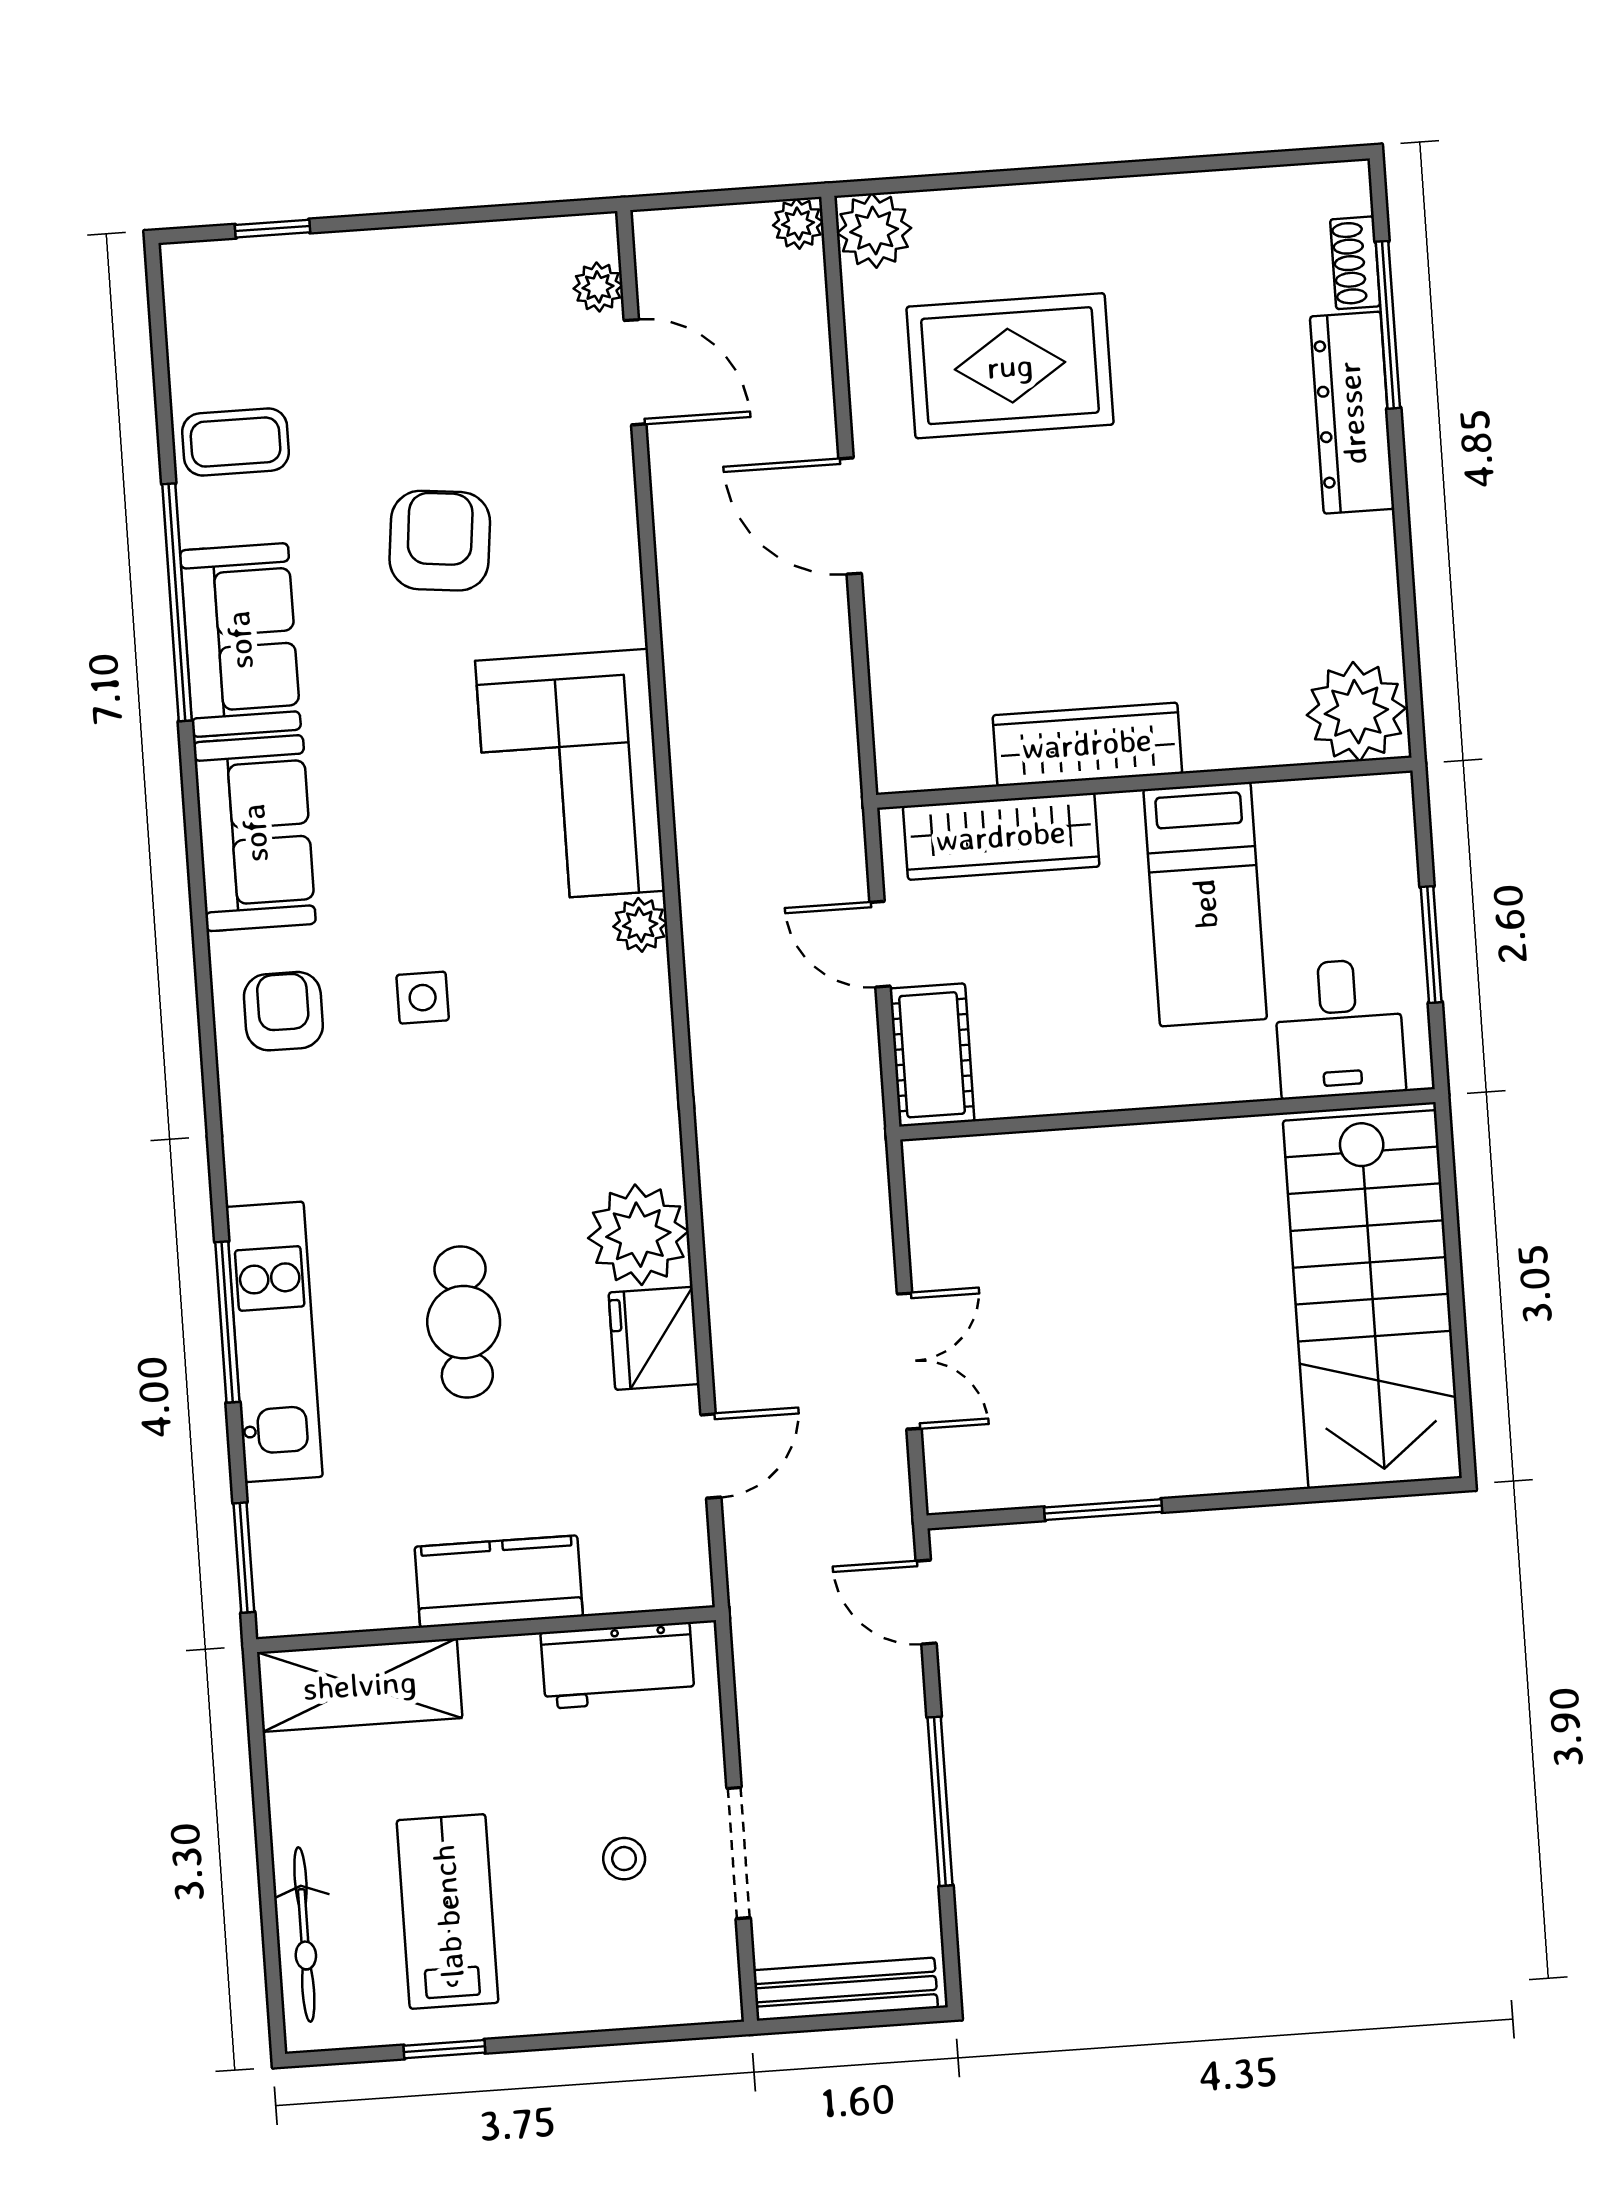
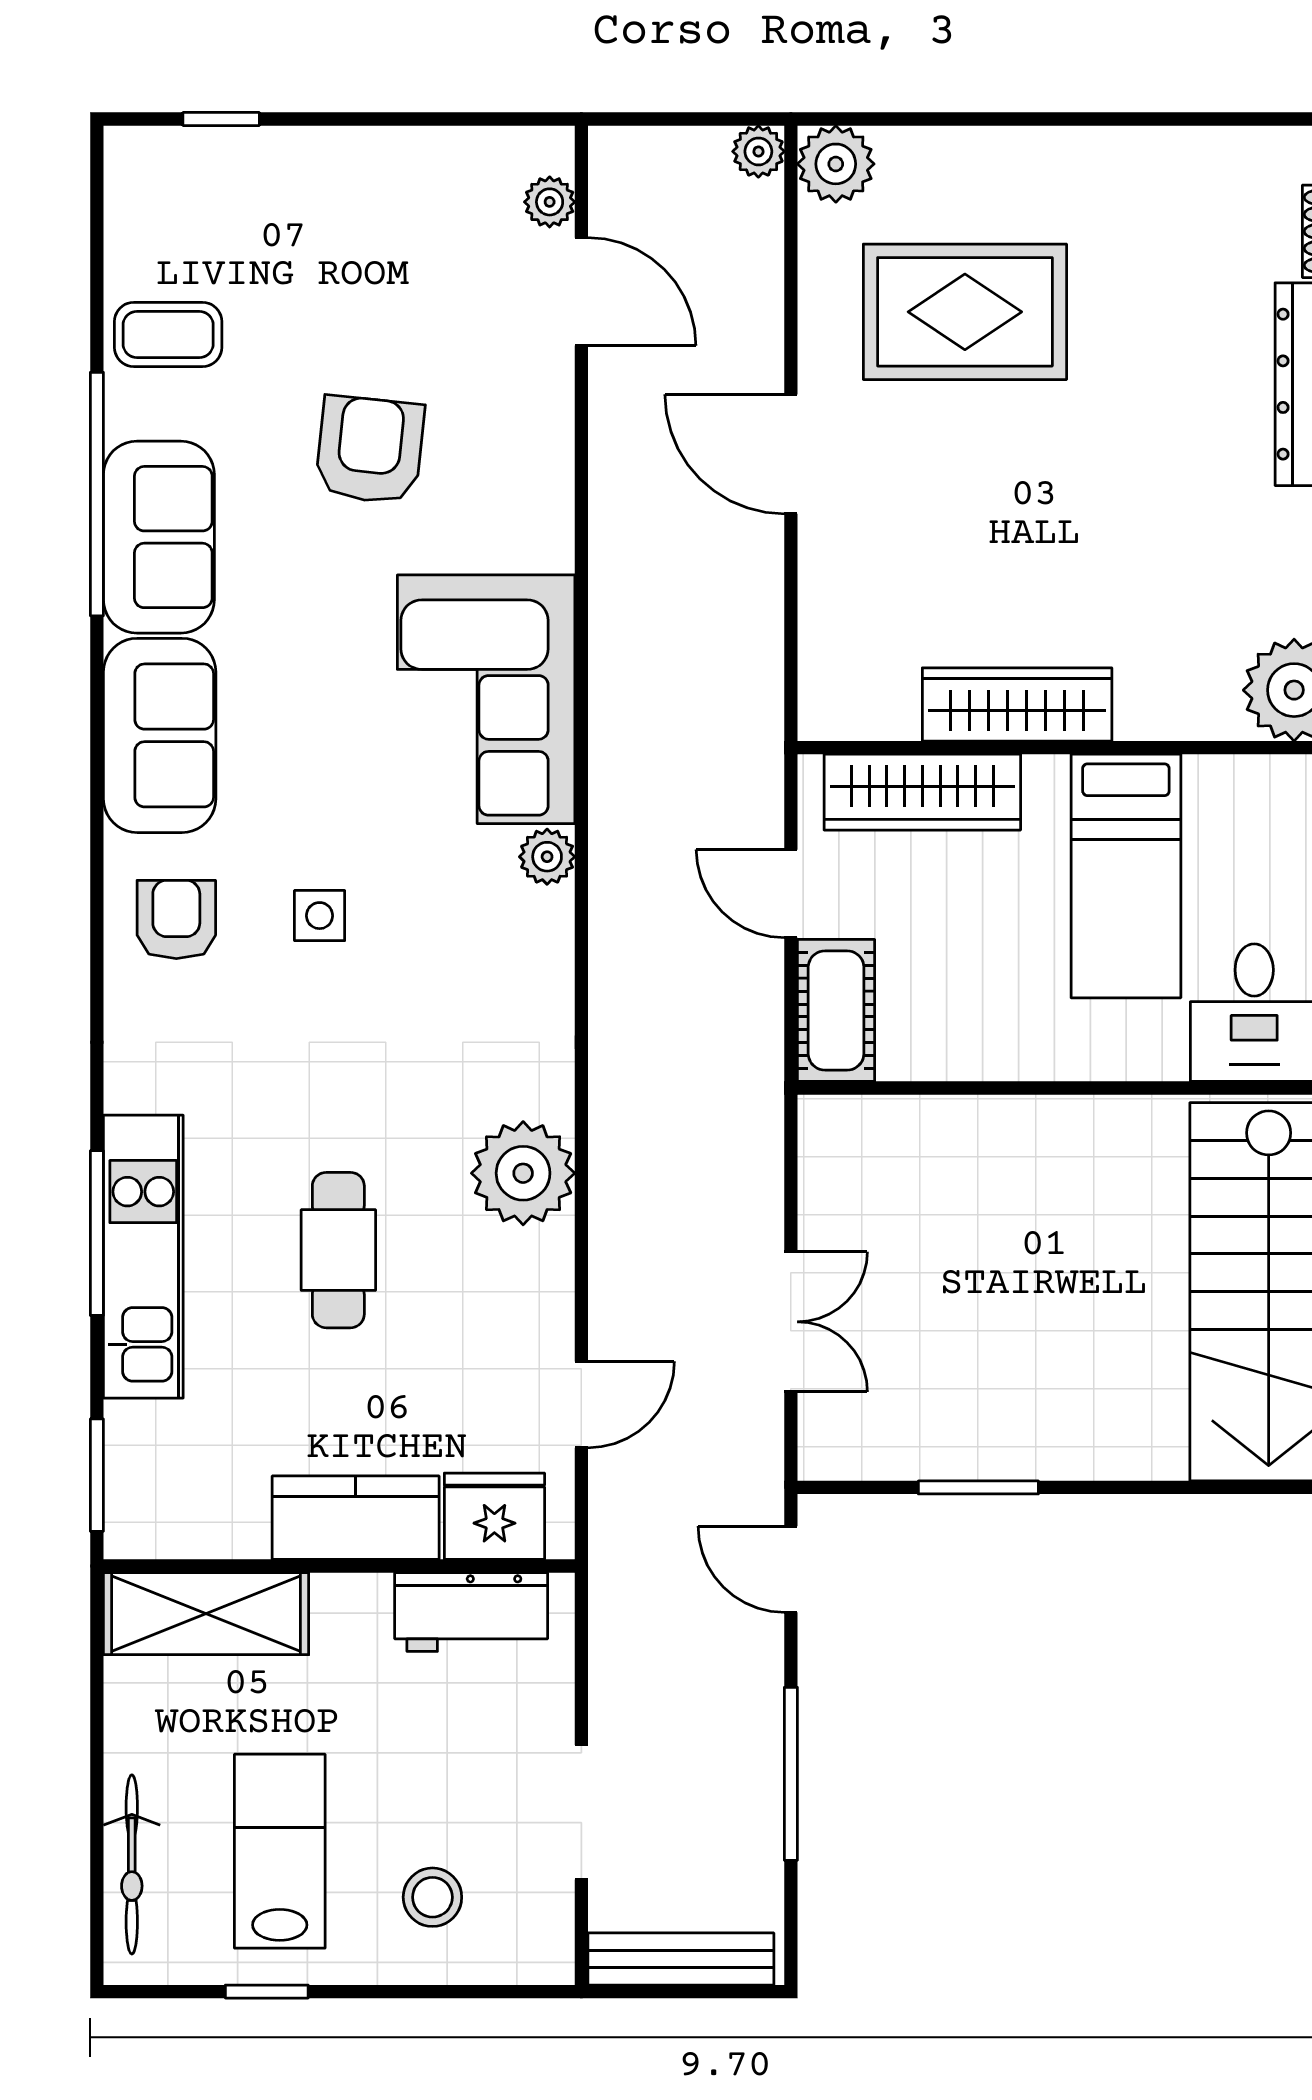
fridge: (654, 1338) -> (494, 1516), moved, turned 90
stool: (624, 1859) -> (432, 1897), moved, width x1.37, depth x1.37

